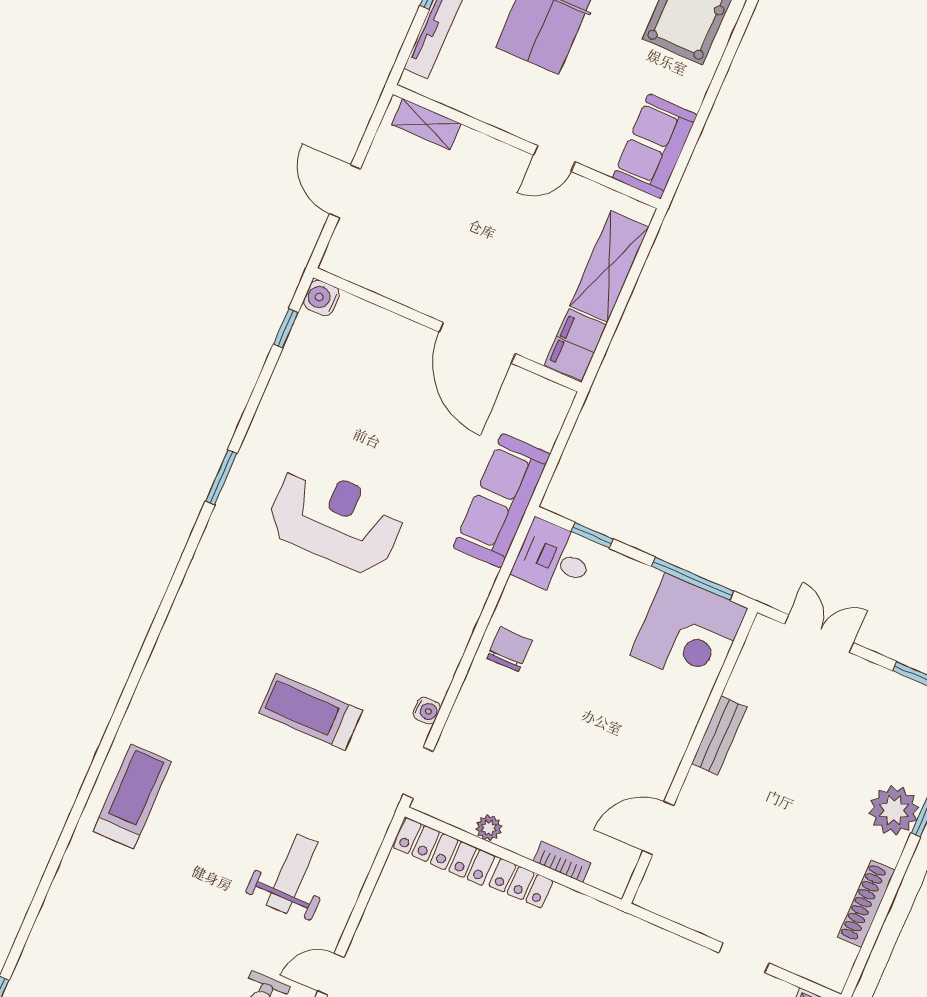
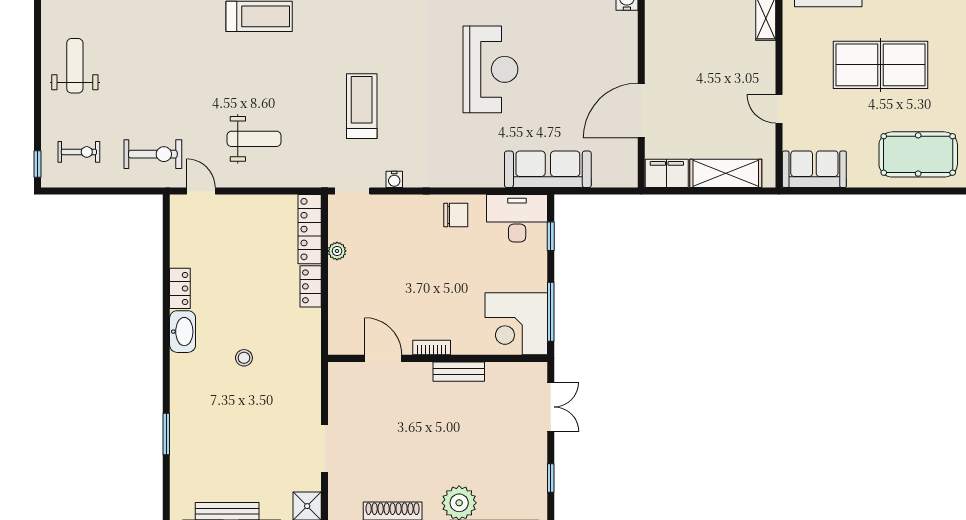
desk: (554, 559) -> (517, 218), width x1.37
bookcase: (562, 862) -> (432, 348), moved, turned -90
doorway: (744, 958) -> (325, 448), width x1.38

